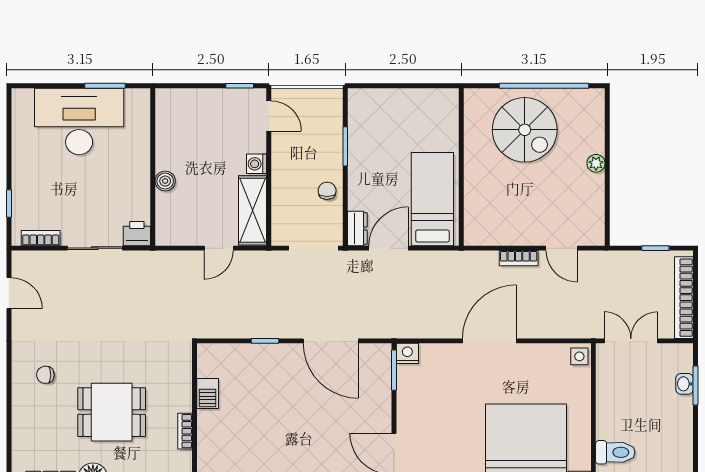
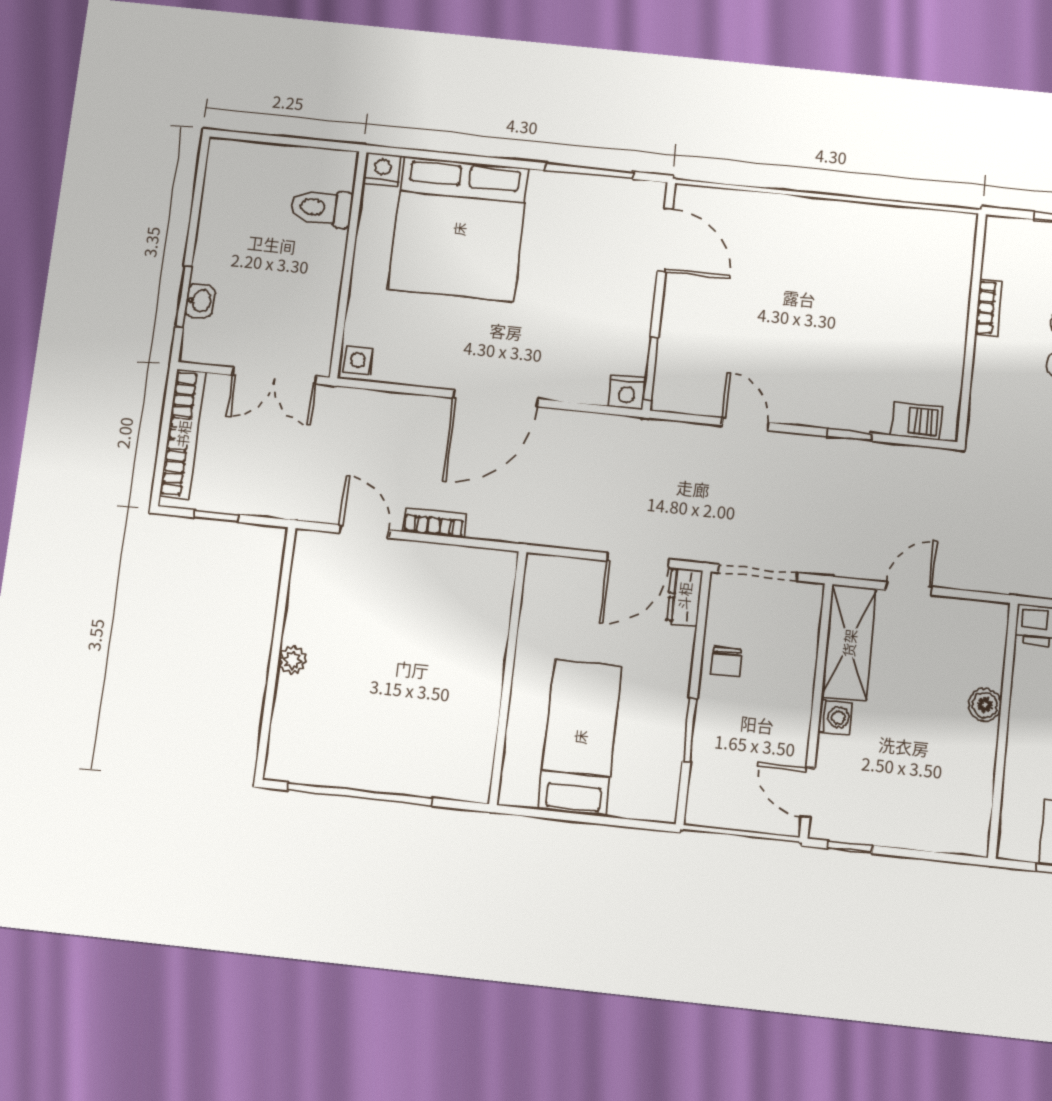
spiral stairs: (525, 130) -> (399, 726), removed
bed: (432, 199) -> (580, 737), moved, turned 180
door: (331, 341) -> (745, 424), width x0.53
barbecue: (208, 393) -> (916, 421), moved, turned 90

